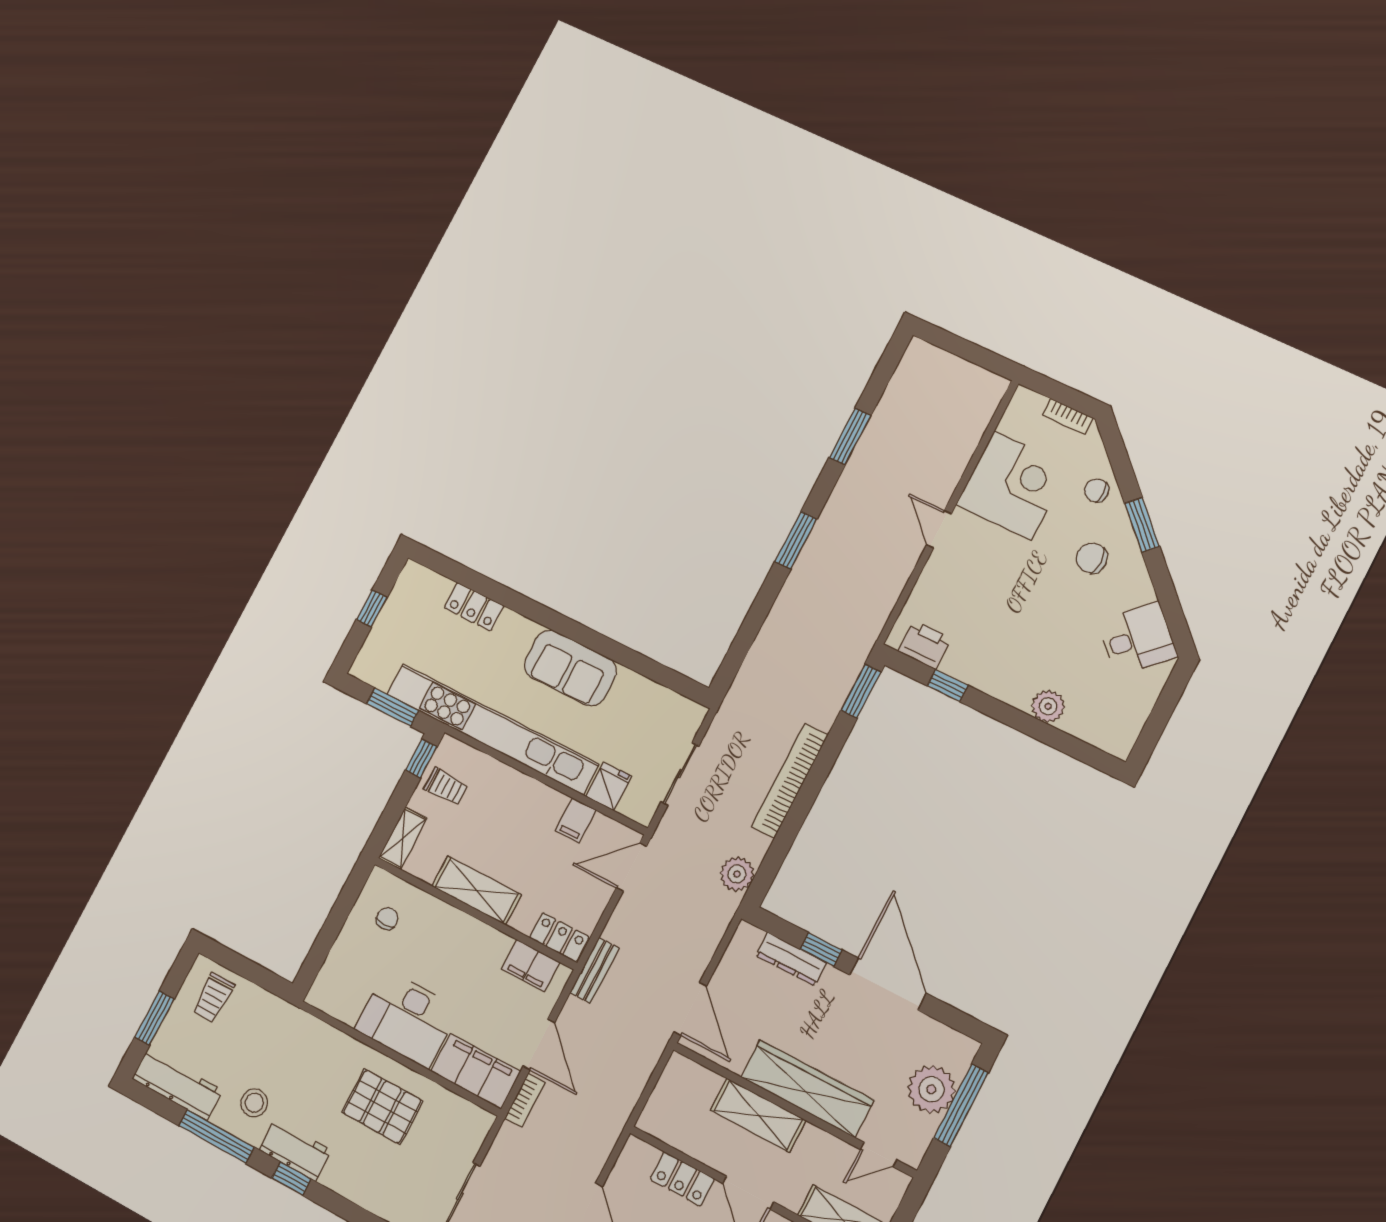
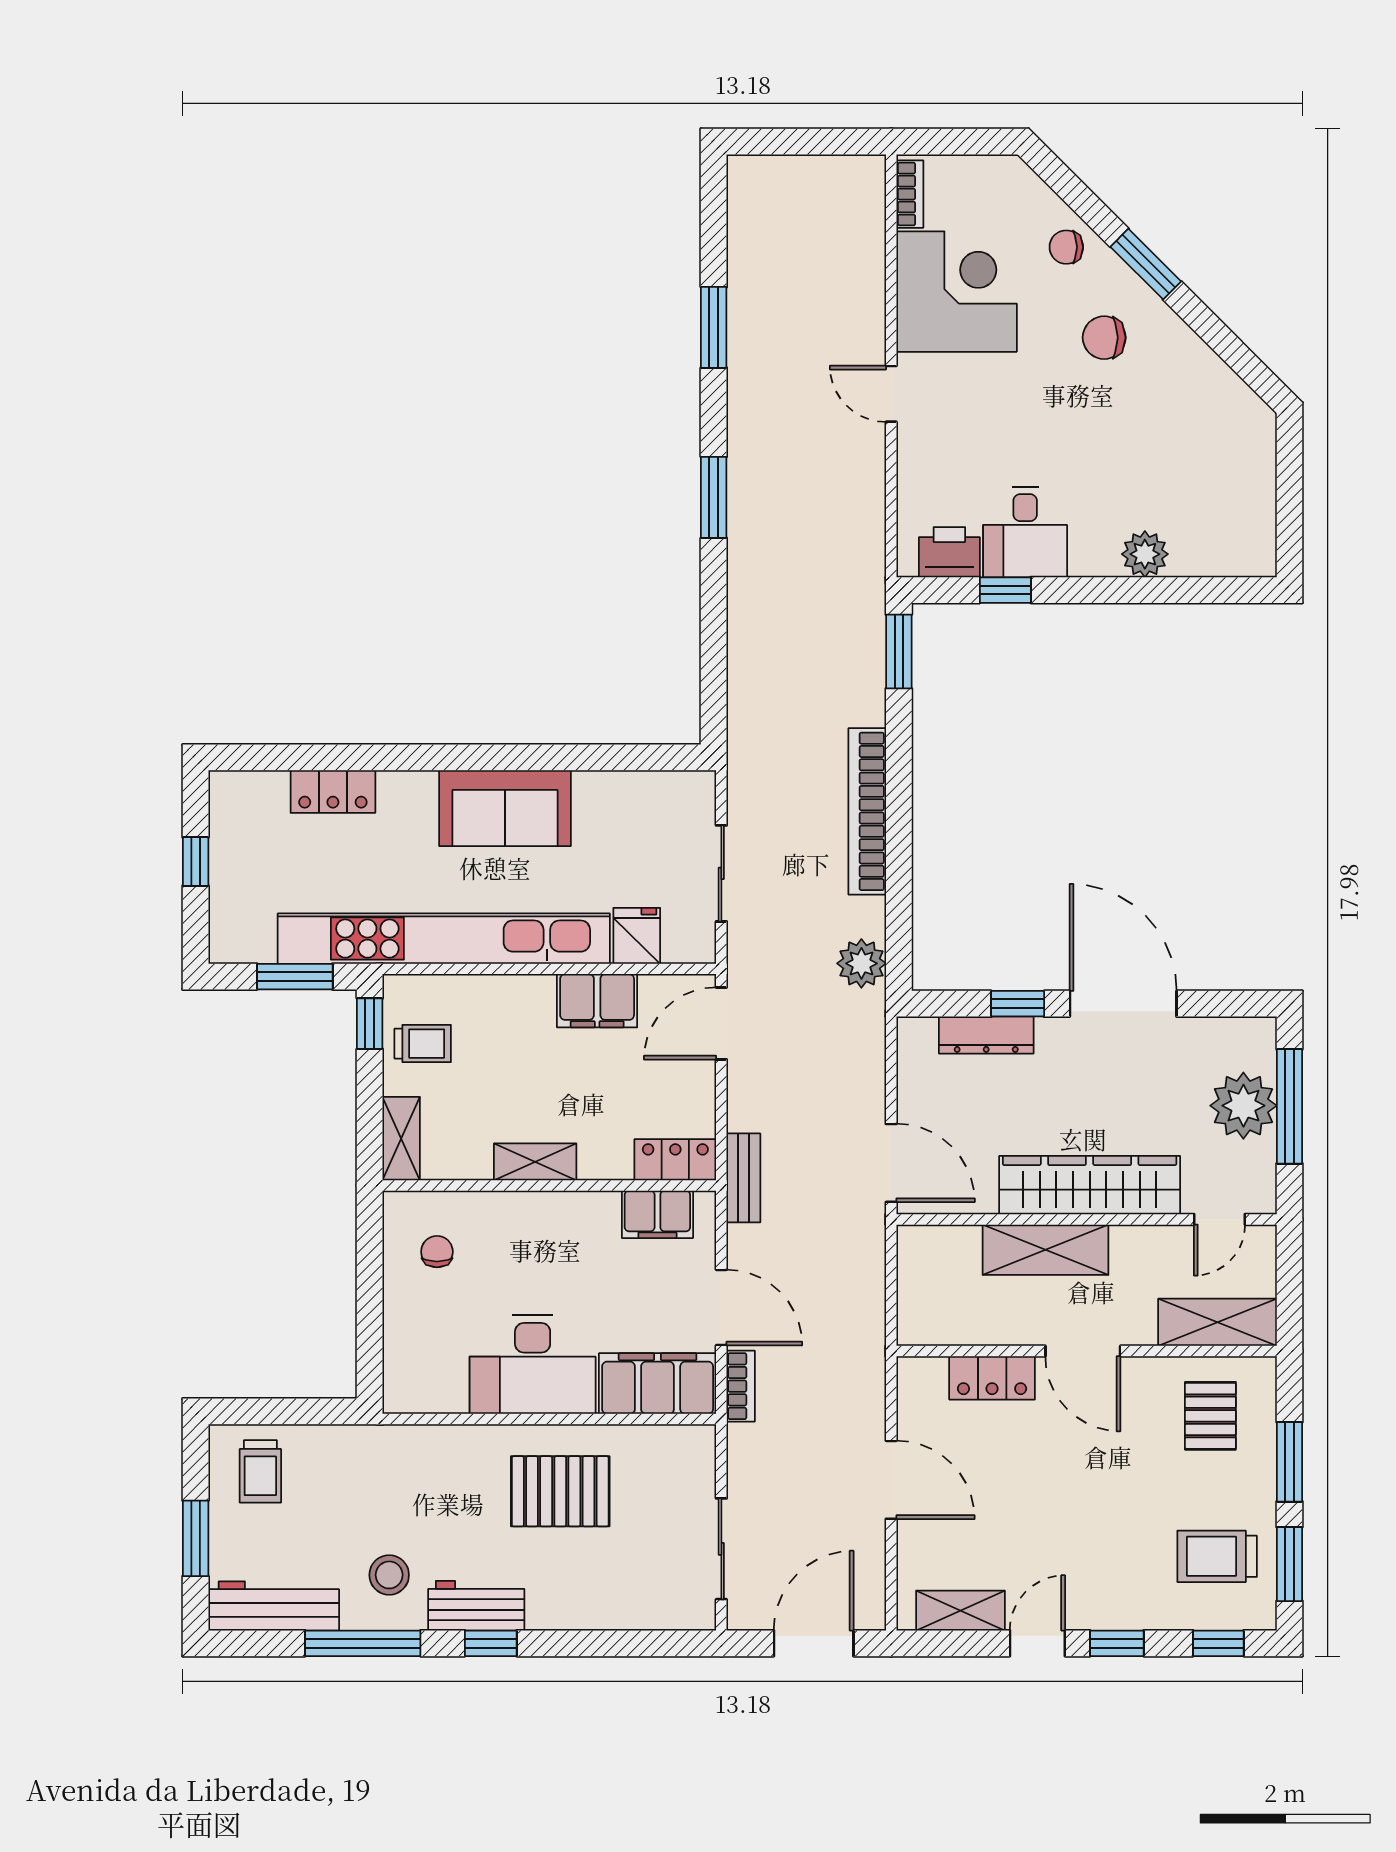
bookcase: (1068, 416) -> (910, 194), moved, turned -90
desk: (1137, 639) -> (1025, 532), moved, turned 135
filing cabinet: (576, 820) -> (597, 1001), width x2.00
shelving: (476, 890) -> (535, 1162), width x0.67, depth x0.75

